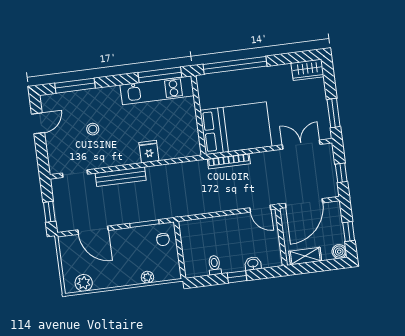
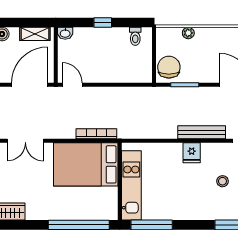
kitchen unit: (157, 90) -> (131, 185), moved, turned 90
fridge: (149, 152) -> (192, 153), moved
chair: (163, 239) -> (169, 67), width x1.87, depth x1.87
washbasin: (253, 263) -> (65, 33), moved
toilet: (215, 265) -> (135, 36), moved

